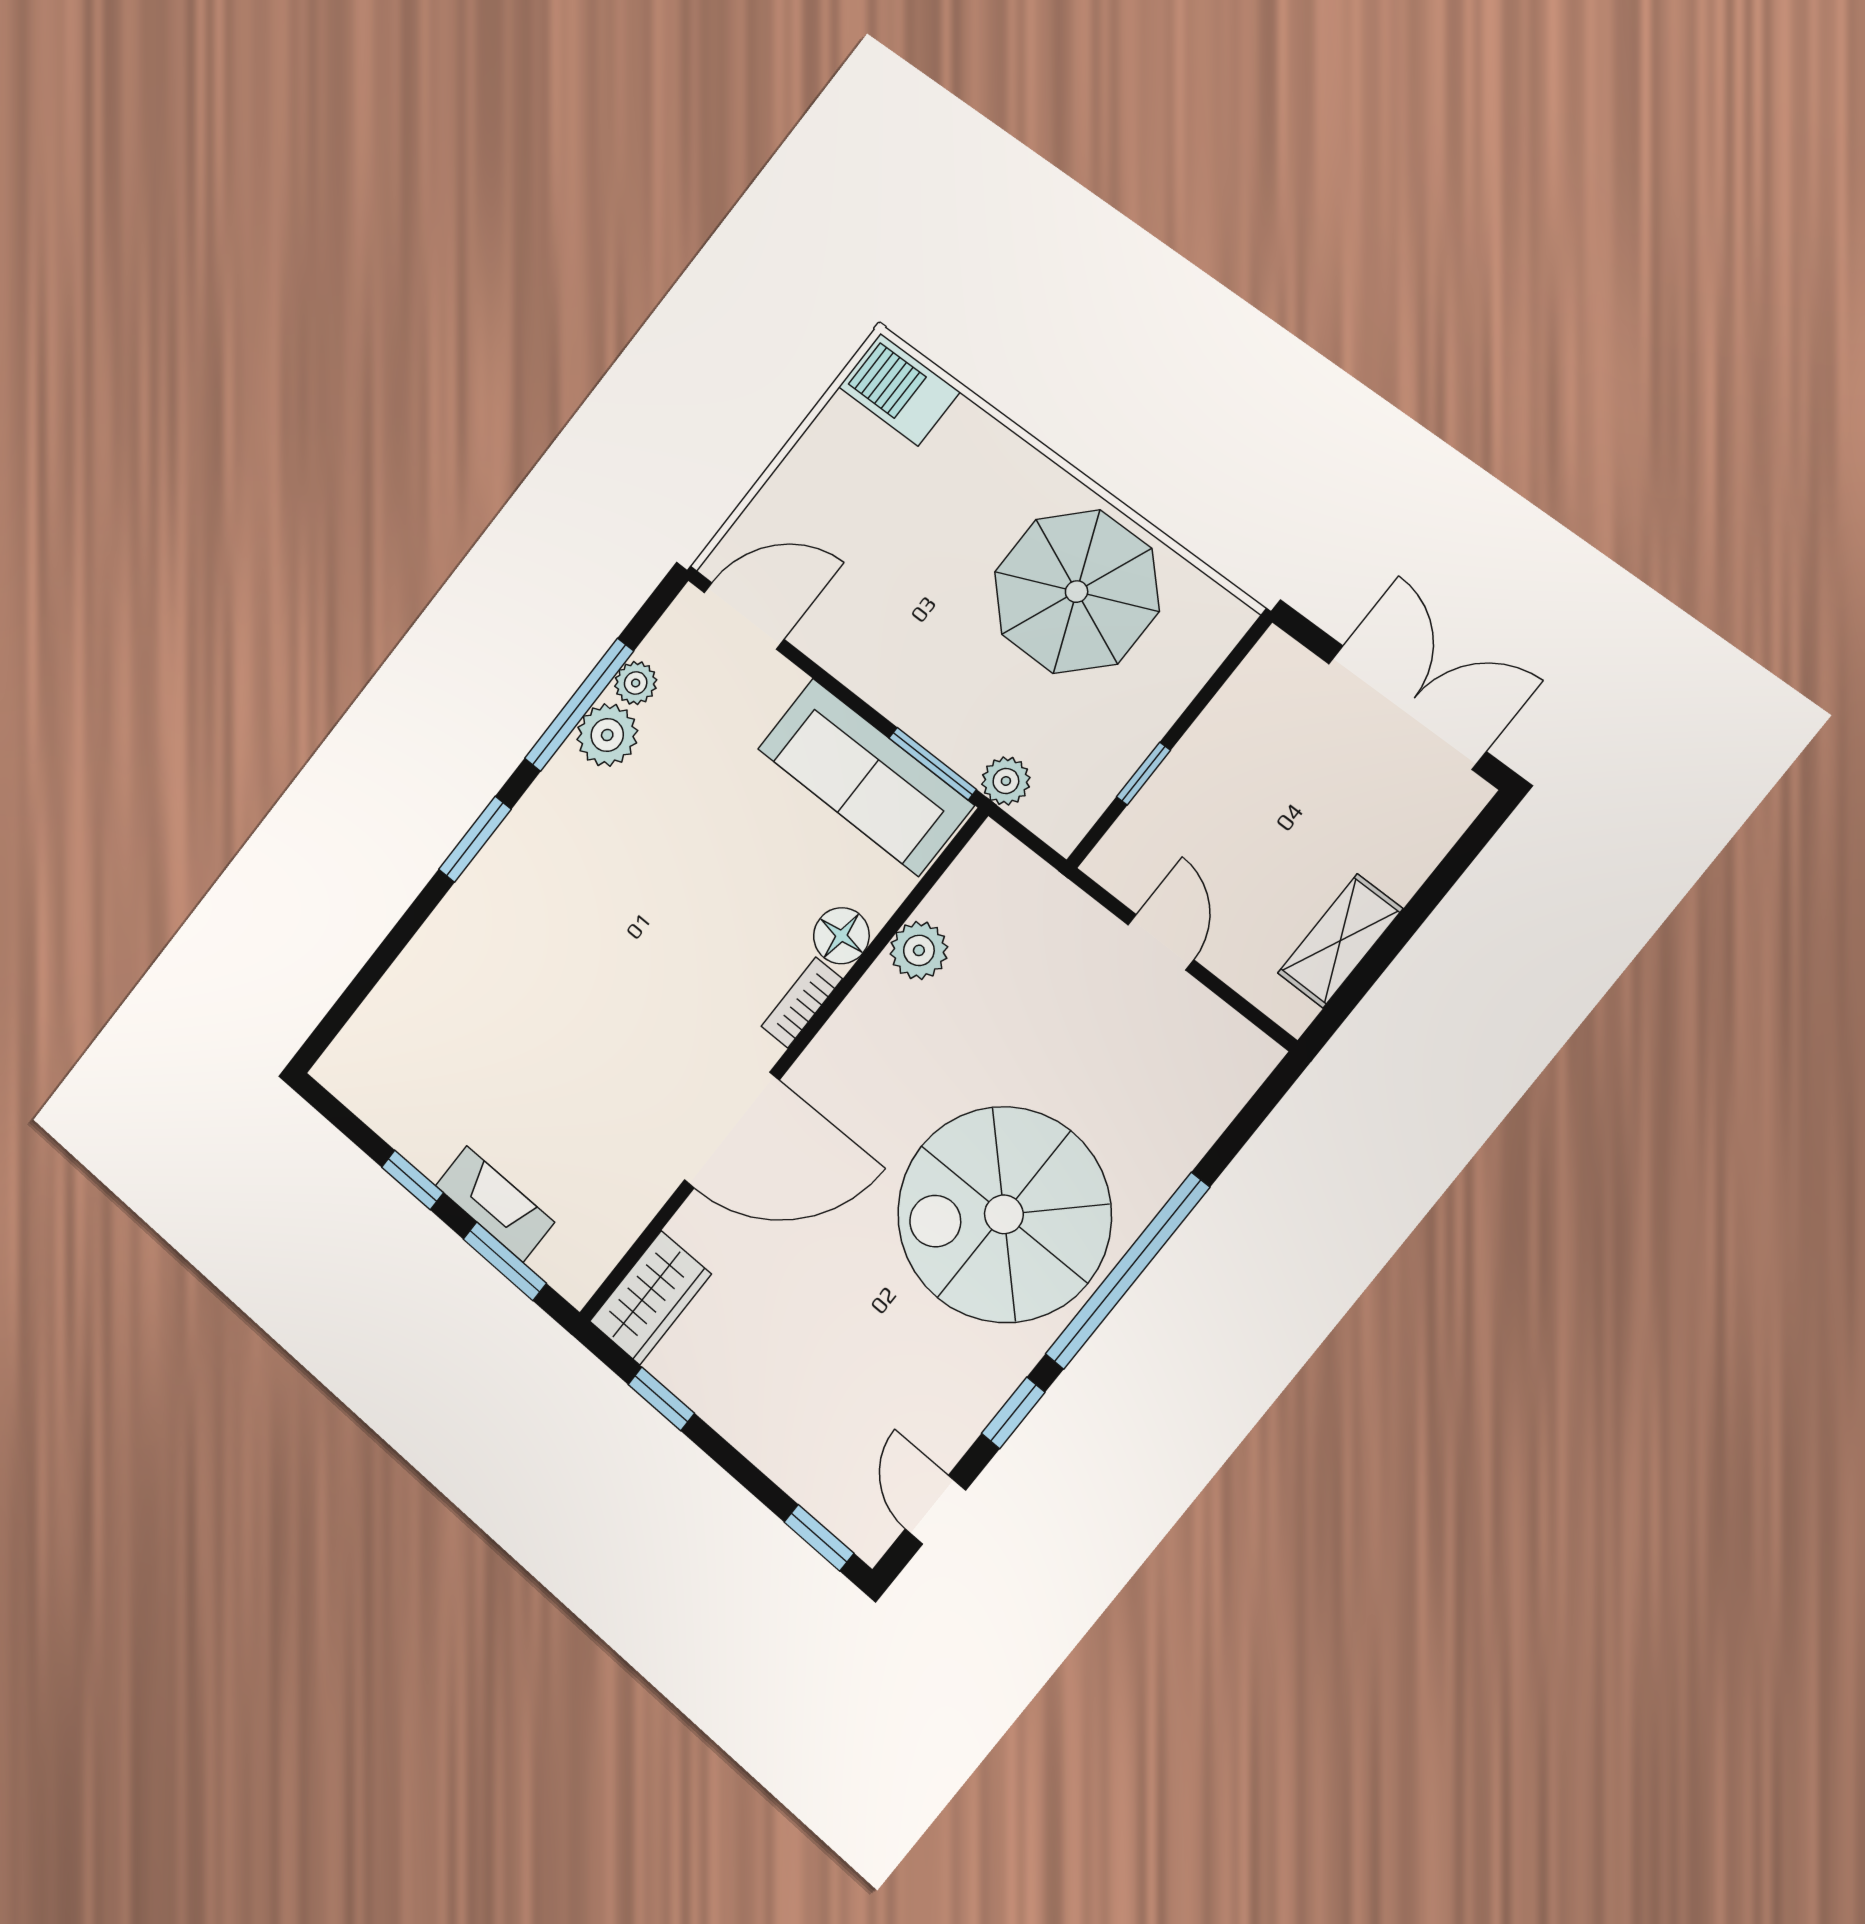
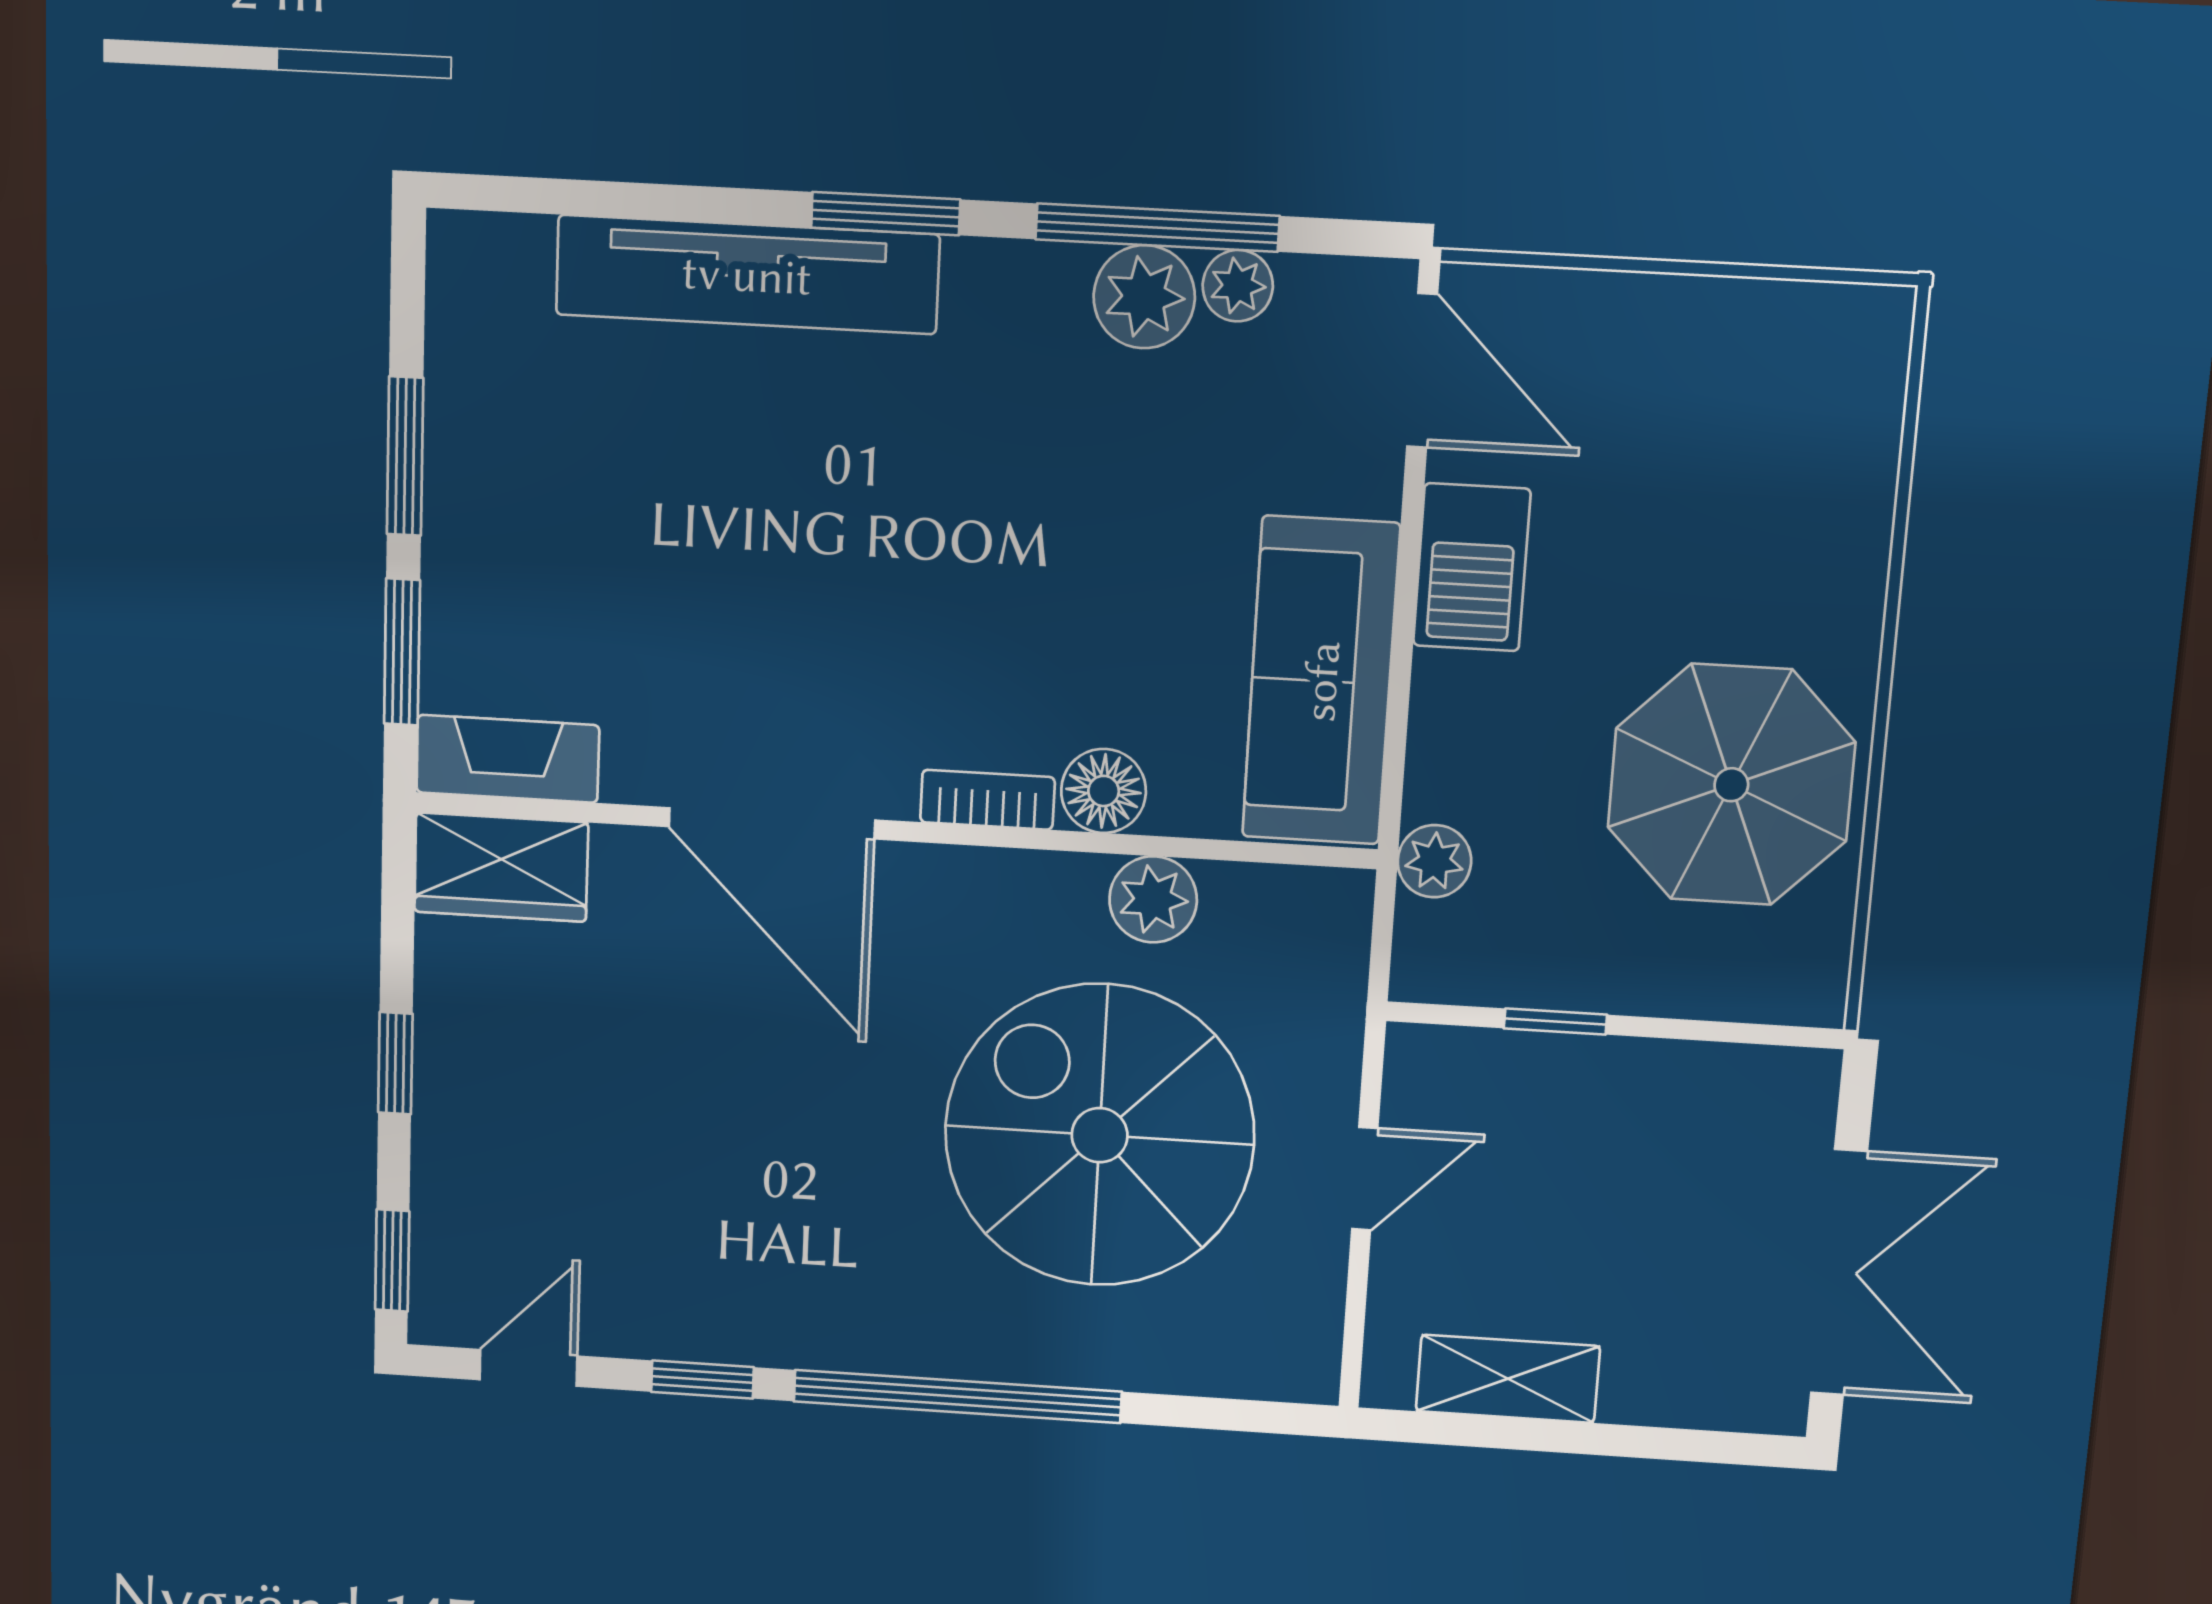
barbecue: (899, 389) -> (1472, 567), moved, turned 180
window: (933, 764) -> (1395, 755), removed
tv unit: (453, 932) -> (747, 275), added
window: (412, 1180) -> (405, 456), width x1.50
fireplace: (495, 1204) -> (508, 759), moved, turned -90
spiral stairs: (1004, 1214) -> (1100, 1135), moved
window: (661, 1399) -> (395, 1063), moved

